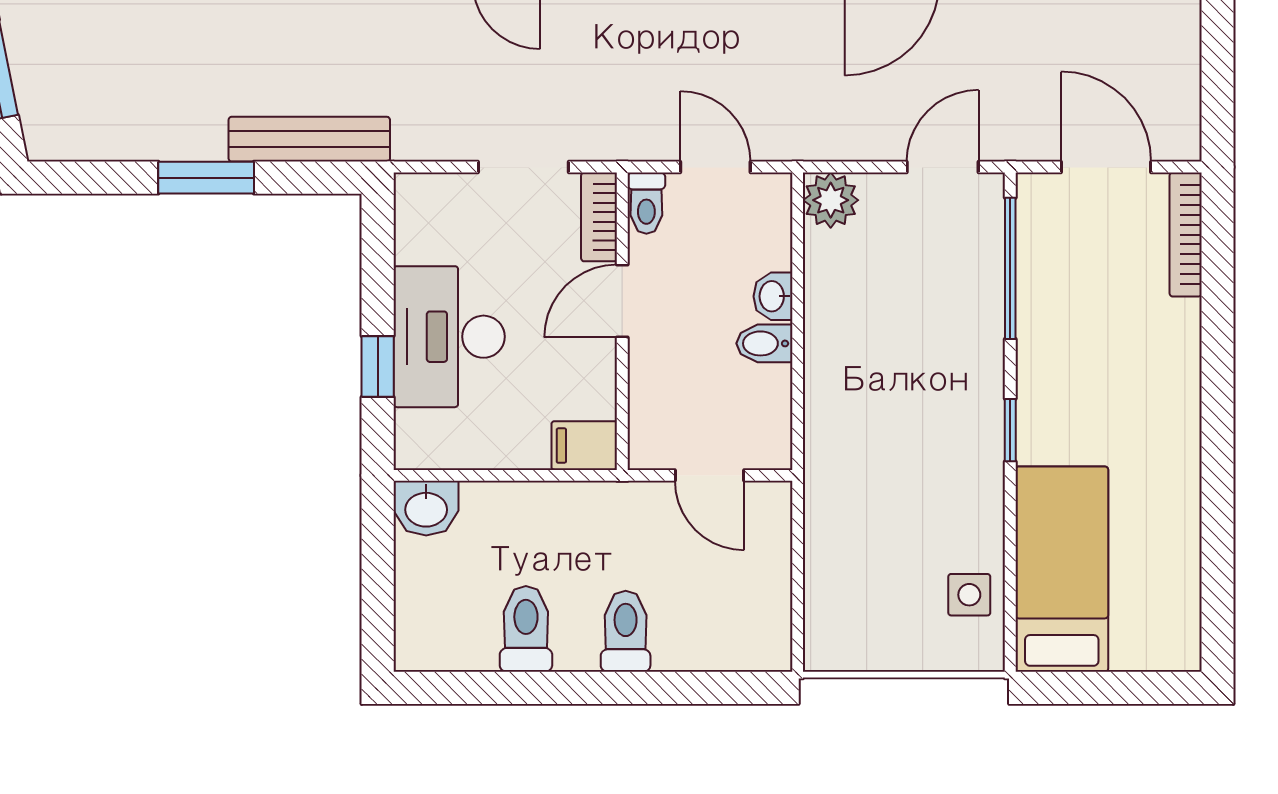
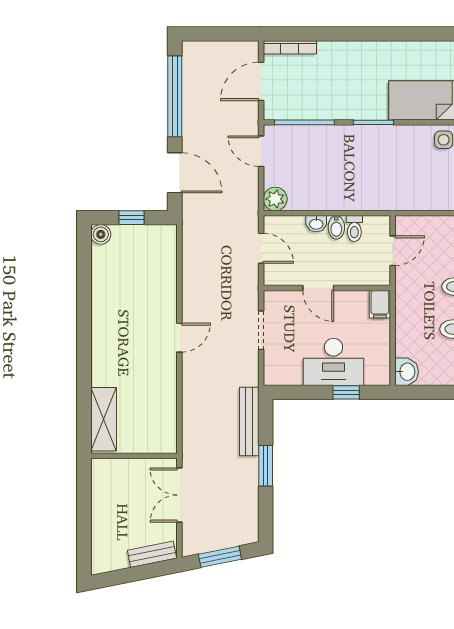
door: (715, 167) -> (261, 248), swing flipped
toilet: (646, 203) -> (354, 228), moved, turned 90
bookcase: (599, 217) -> (282, 298), removed
window: (1010, 430) -> (373, 122), width x1.50

